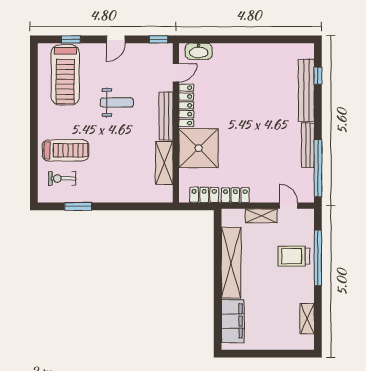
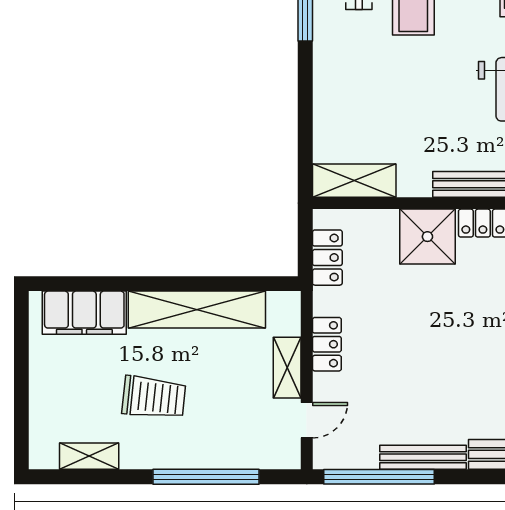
shower: (199, 148) -> (427, 237), width x0.73, depth x0.73
shelving: (164, 163) -> (354, 181), moved
locker: (235, 195) -> (327, 344), moved
trolley: (294, 256) -> (154, 397), moved, turned 96

